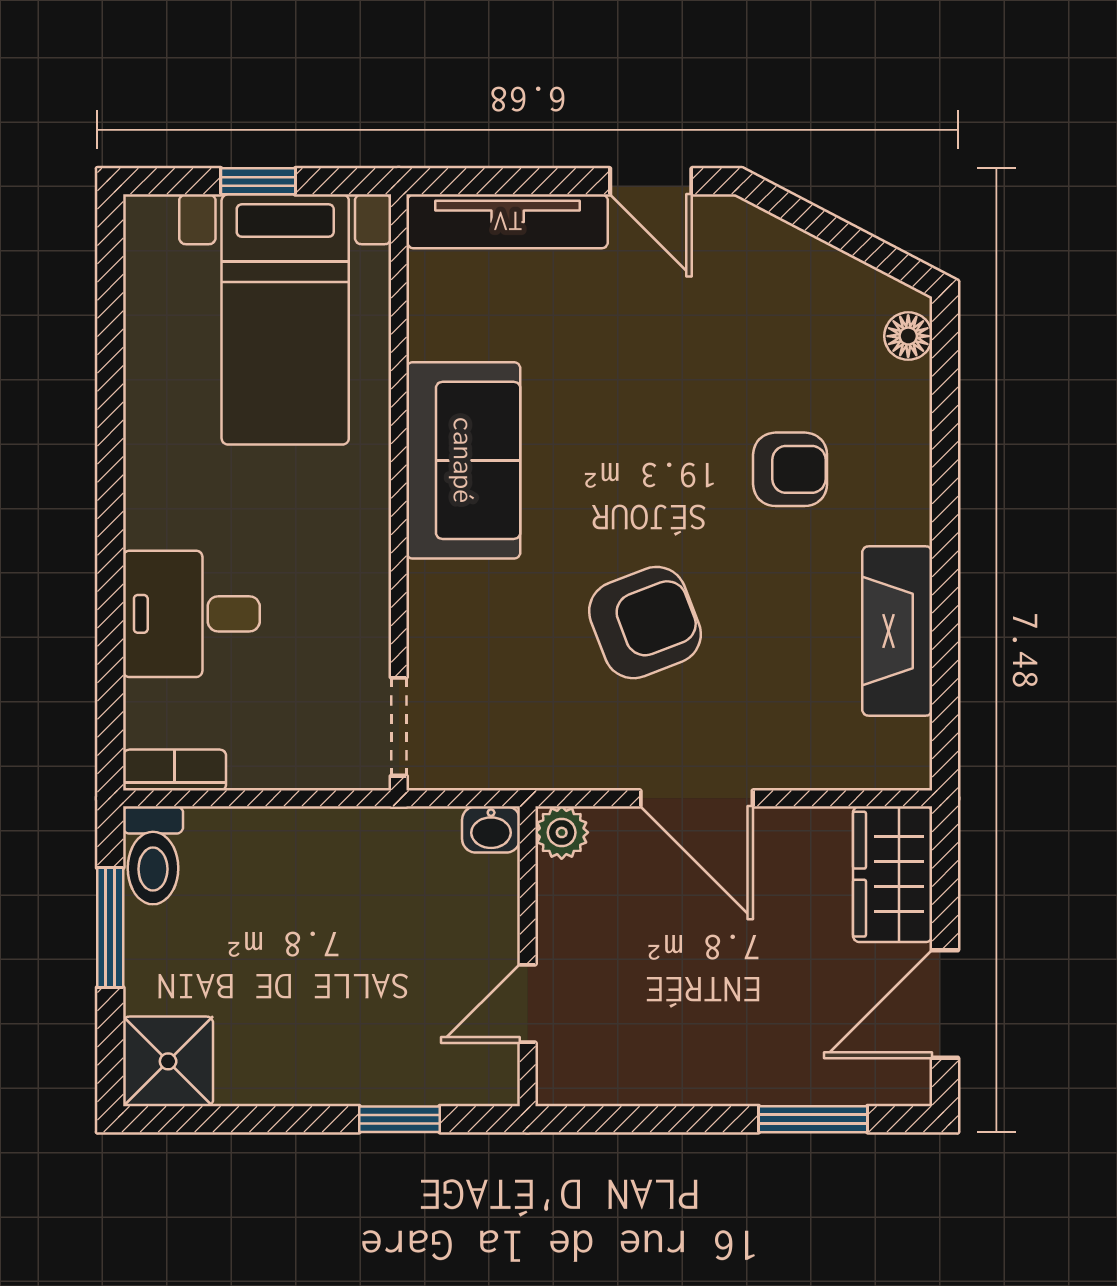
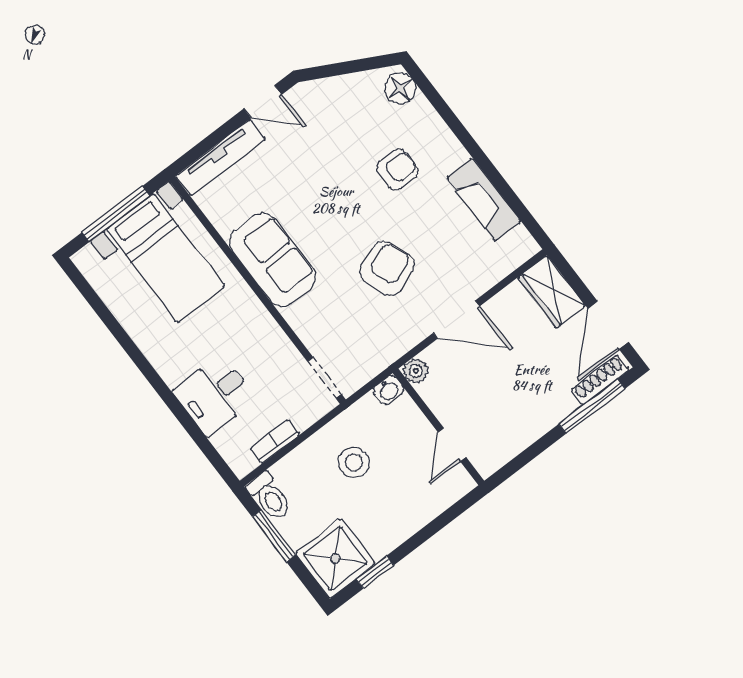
window: (258, 181) -> (116, 214), width x2.17
floor lamp: (908, 336) -> (400, 88), width x1.37, depth x1.37
bookcase: (175, 770) -> (275, 442), moved
stool: (339, 907) -> (354, 462), added
shower: (168, 1061) -> (335, 558), width x1.36, depth x1.36
shoe rack: (861, 1085) -> (600, 380), added
window: (399, 1119) -> (375, 572), moved
window: (813, 1119) -> (592, 406), width x1.44

